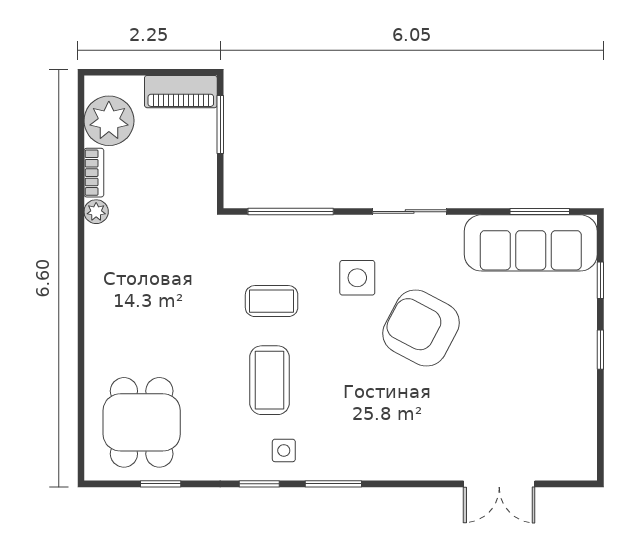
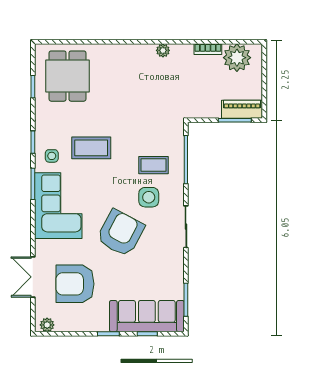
piano: (181, 92) -> (242, 109), moved, turned 90
plant: (96, 212) -> (163, 50), moved
sofa: (531, 243) -> (147, 316), moved, turned 90
coffee table: (272, 301) -> (154, 165), moved, turned 90
armchair: (512, 409) -> (75, 284), added
dining table: (142, 422) -> (68, 76), turned 90
corner sofa: (372, 439) -> (58, 206), added
plant: (585, 459) -> (47, 325), added

